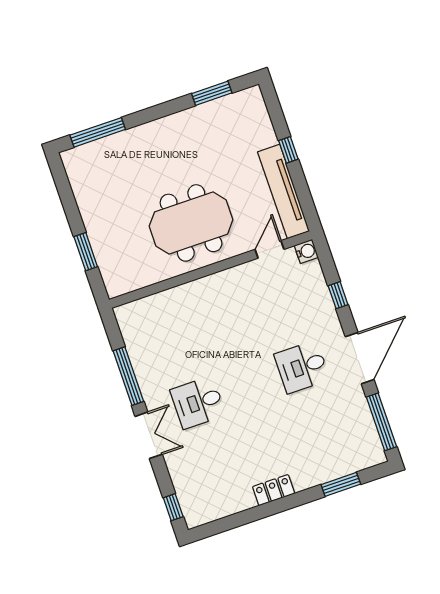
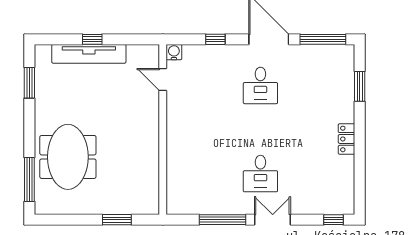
tv unit: (284, 192) -> (89, 54), moved
meeting table: (191, 223) -> (68, 157), moved

